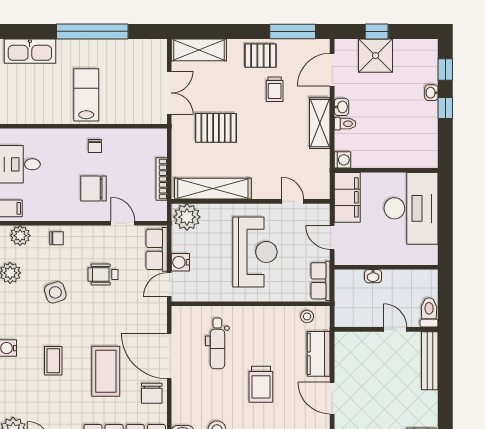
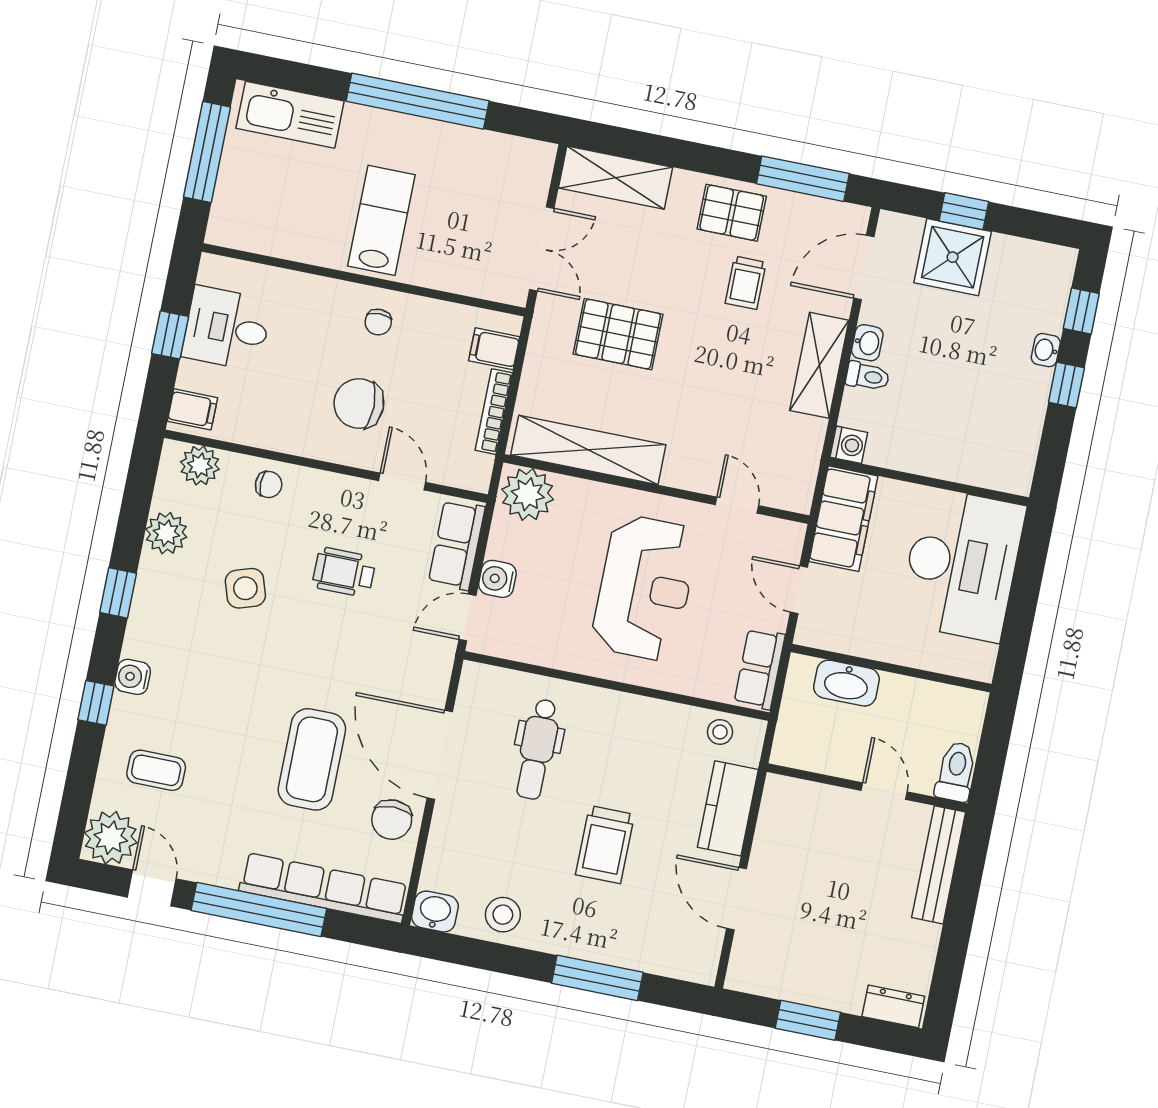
filing cabinet: (156, 148) -> (494, 349), added
washbasin: (373, 276) -> (846, 683), width x1.91, depth x1.45
coffee table: (53, 361) -> (156, 770), moved, turned 90

